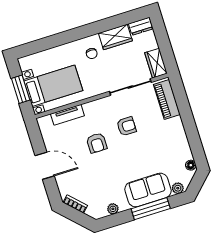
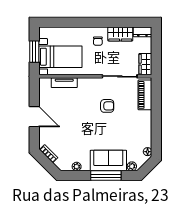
armchair: (97, 143) -> (80, 112), removed

